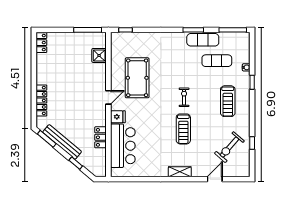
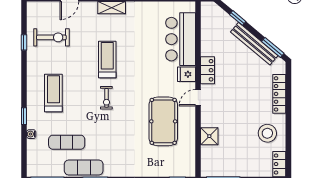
shower: (99, 55) -> (209, 136), moved
stool: (51, 68) -> (267, 133), added
locker: (101, 137) -> (208, 70), moved
exercise bike: (229, 147) -> (51, 37), turned 49

